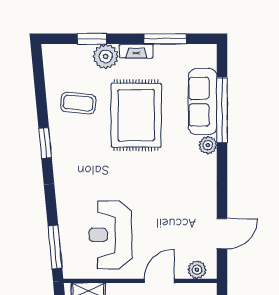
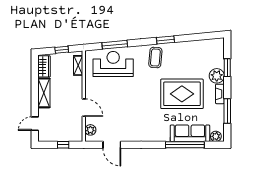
coffee table: (78, 103) -> (155, 57), moved
plant: (208, 145) -> (216, 136), moved
reception desk: (110, 235) -> (113, 64), moved
window: (55, 247) -> (115, 45), moved

